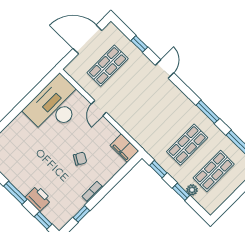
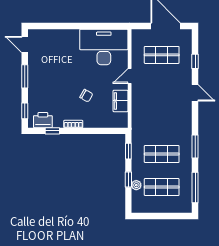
door: (165, 69) -> (195, 93), hinge flipped
filing cabinet: (124, 148) -> (120, 101), moved
printer: (38, 198) -> (43, 120), moved, turned -90

